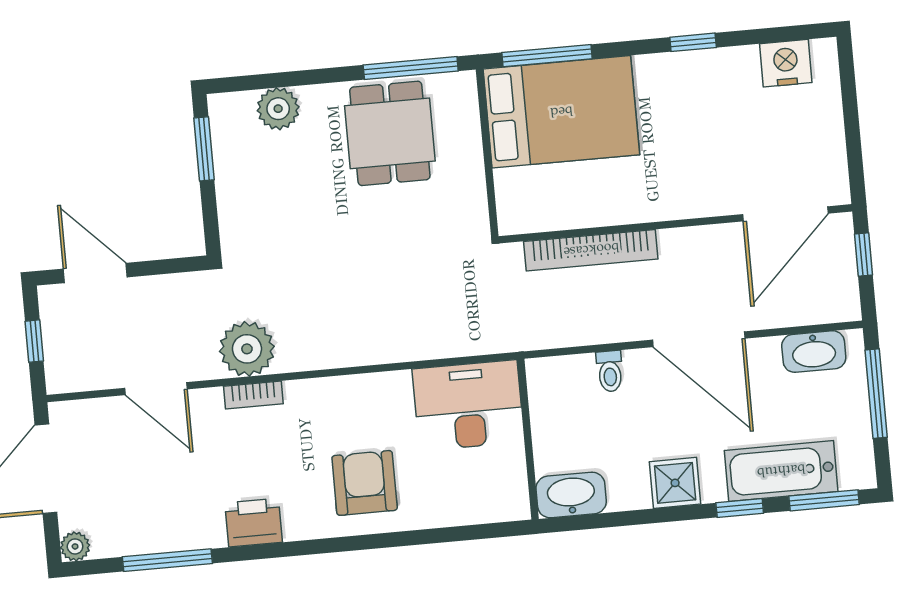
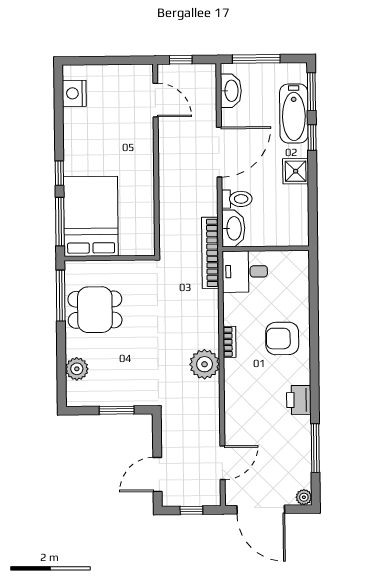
window: (693, 42) -> (59, 173), moved
window: (204, 149) -> (117, 410), moved
door: (785, 214) -> (155, 100), width x0.73
bookcase: (591, 250) -> (210, 253), moved, turned 180
plant: (247, 349) -> (205, 364), moved
toilet: (610, 371) -> (237, 199), width x1.37, depth x1.39
door: (156, 389) -> (222, 463), moved
bookcase: (253, 395) -> (229, 342), moved
desk: (468, 405) -> (245, 272), width x0.73
washbasin: (571, 495) -> (233, 228), moved, turned 180

